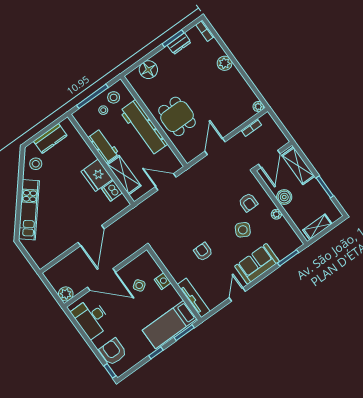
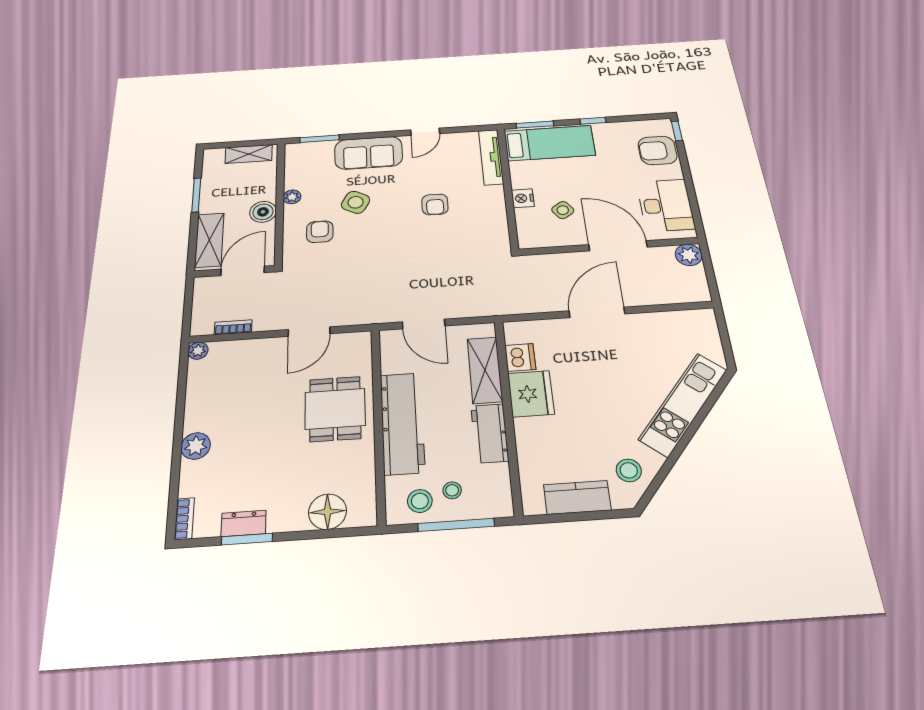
armchair: (113, 352) -> (658, 150), turned 90

